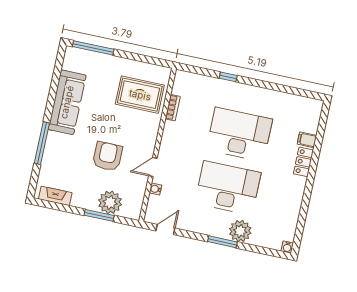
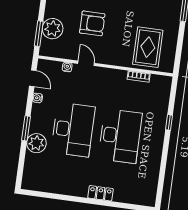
filing cabinet: (307, 140) -> (120, 195), removed
window: (99, 215) -> (39, 34), moved
water cooler: (287, 247) -> (37, 98), moved

